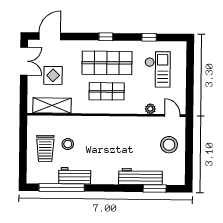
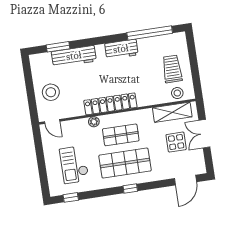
window: (149, 37) -> (71, 197), moved
double door: (24, 61) -> (204, 134), moved
plant: (150, 109) -> (94, 122), moved
locker: (112, 124) -> (110, 104), added
stool: (68, 144) -> (177, 93), moved
workbench: (75, 176) -> (121, 49), moved

